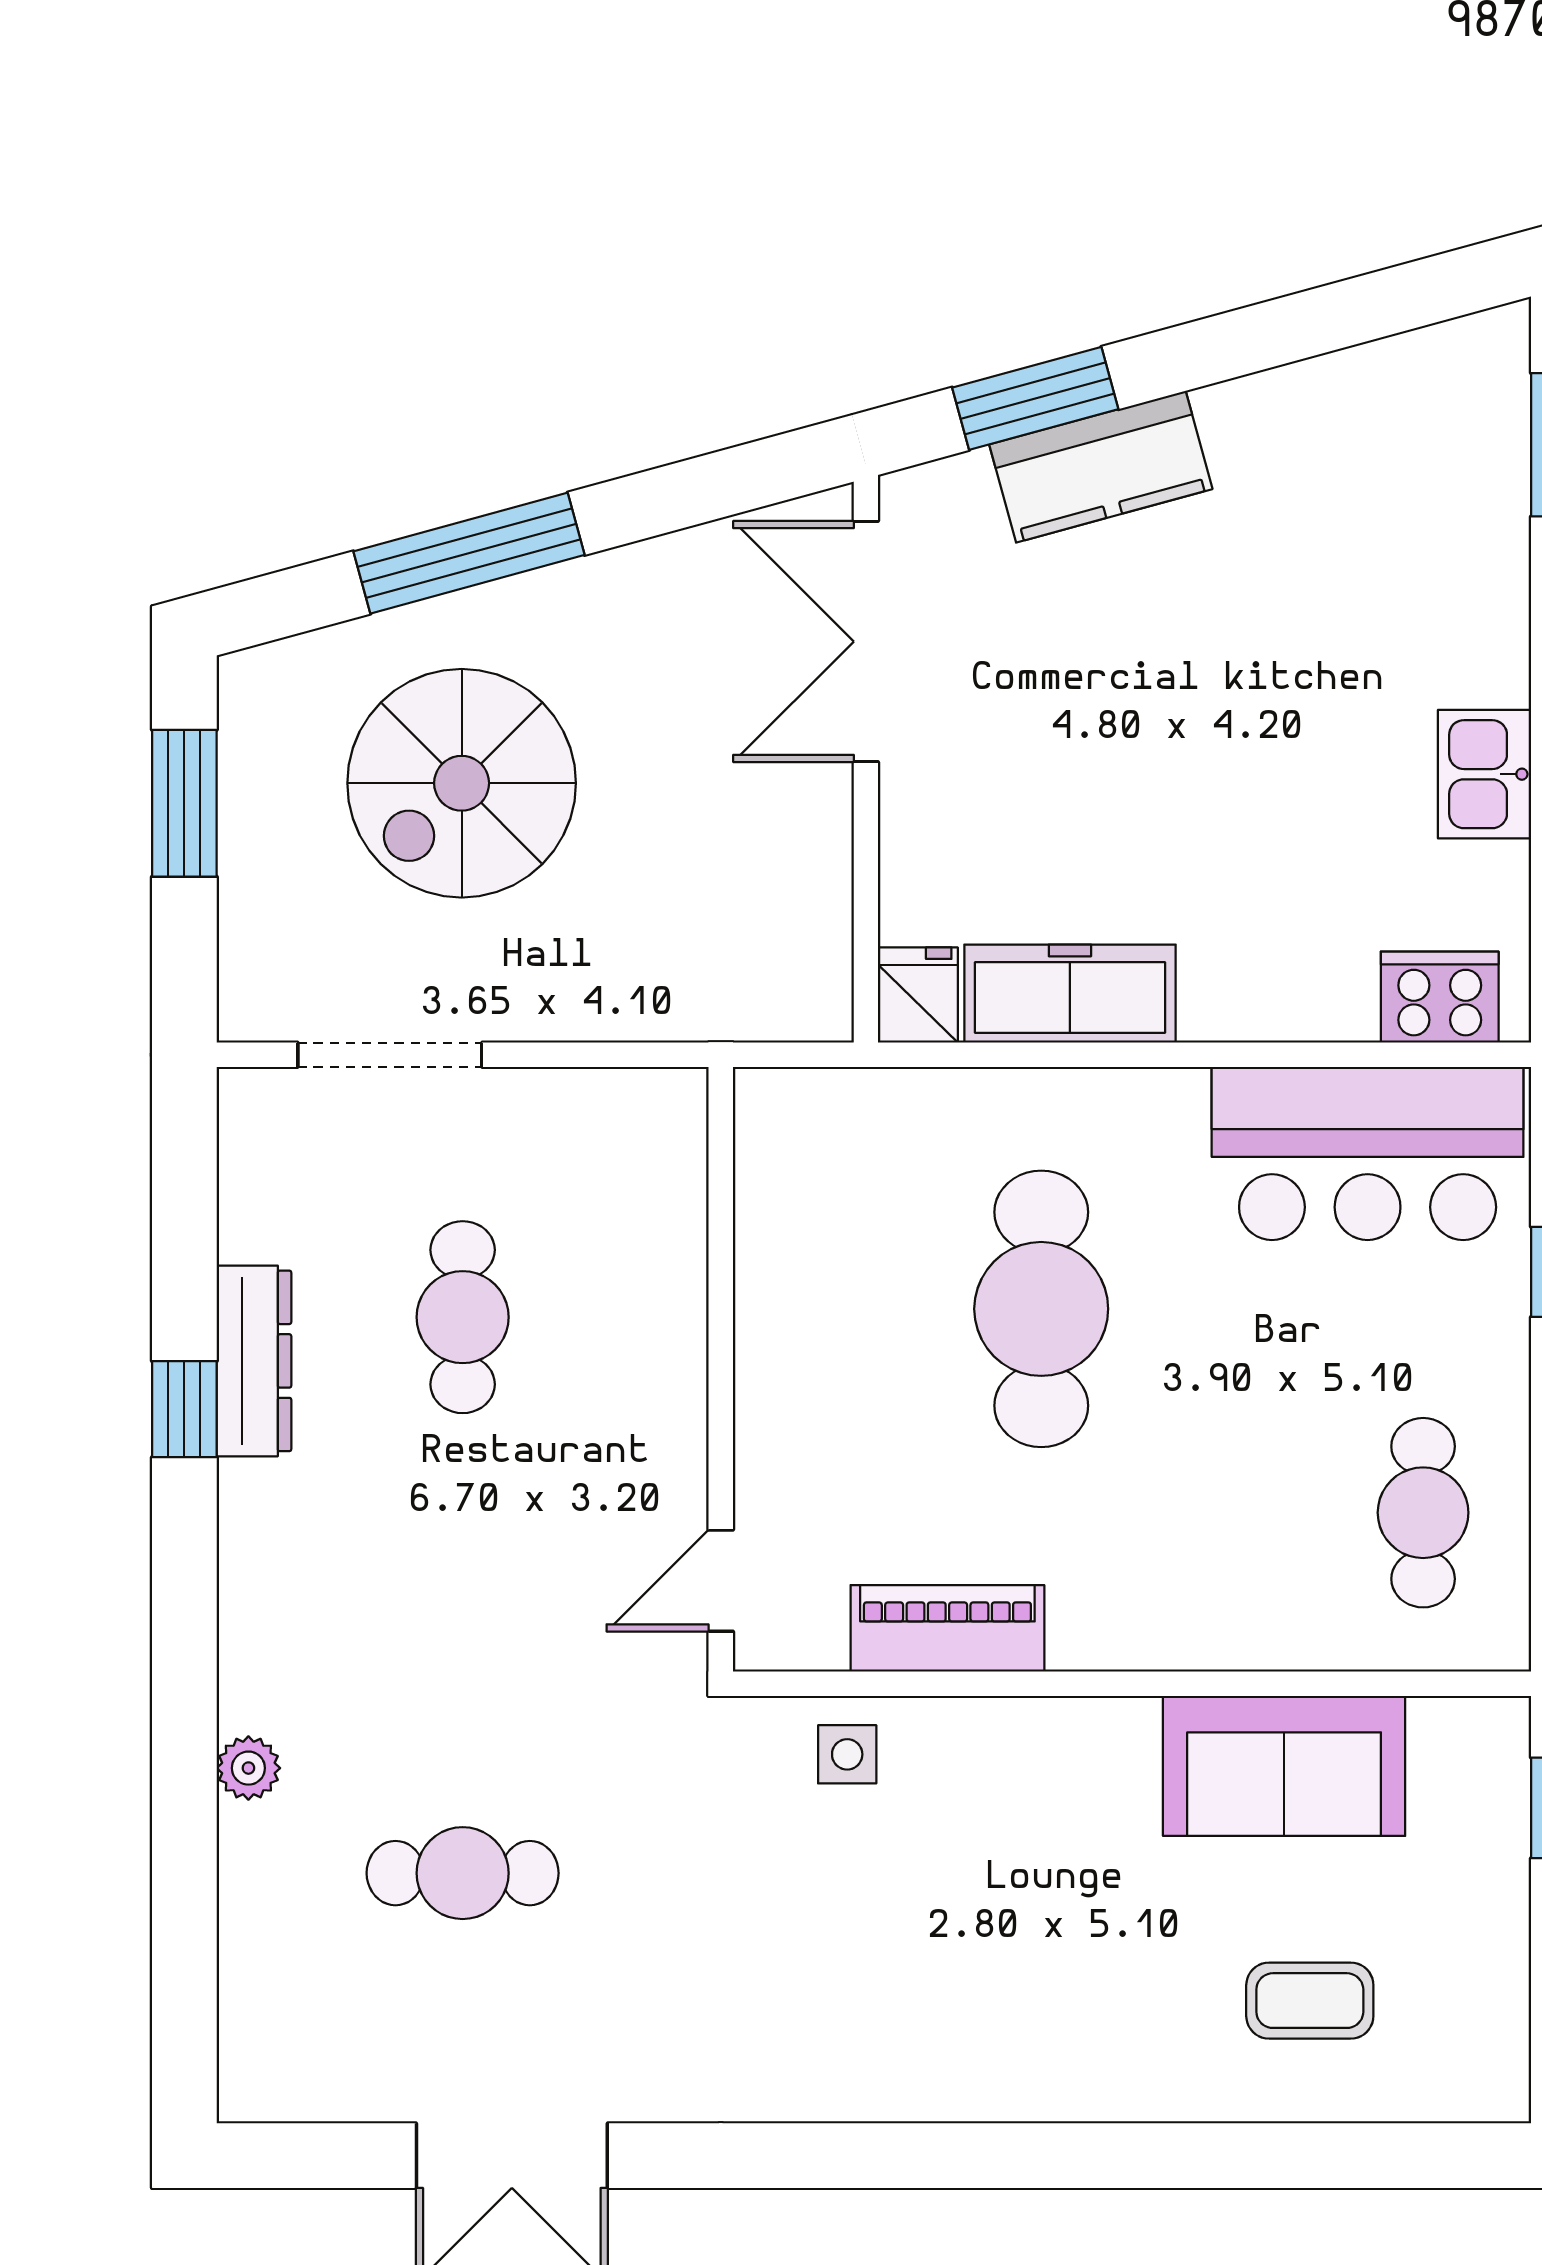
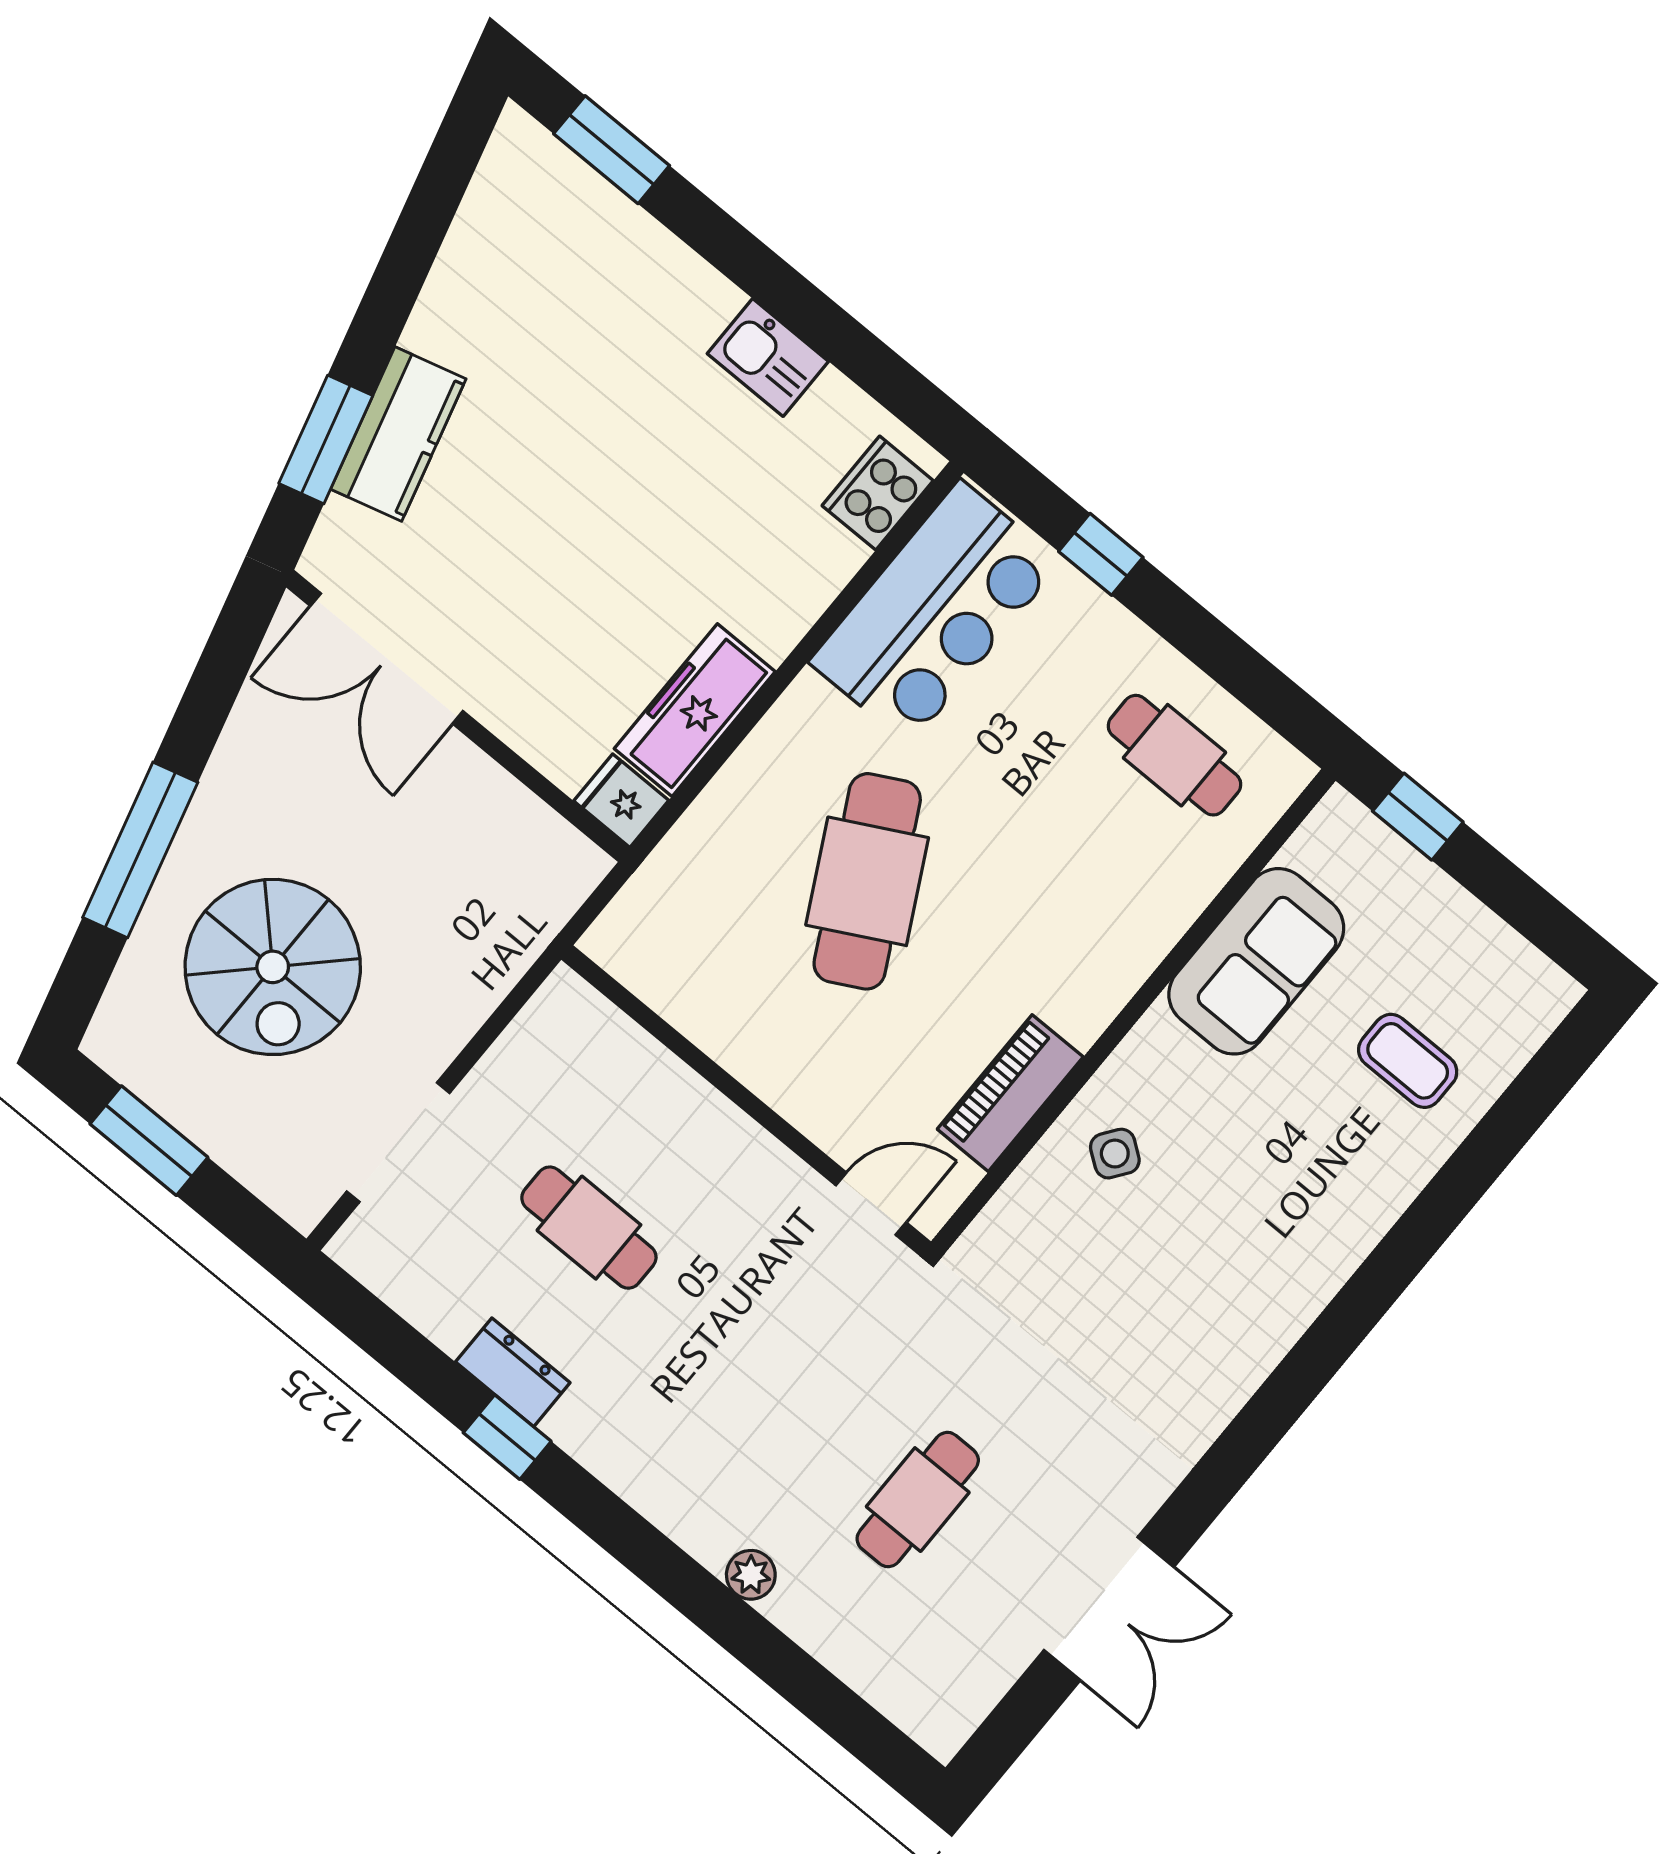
cafe table: (1041, 1309) -> (867, 881), turned 62
dresser: (254, 1361) -> (513, 1372), width x0.70
door: (721, 1581) -> (871, 1204), swing flipped
side table: (847, 1754) -> (1115, 1154), moved, turned 36
coffee table: (1310, 2001) -> (1408, 1061), turned 90

